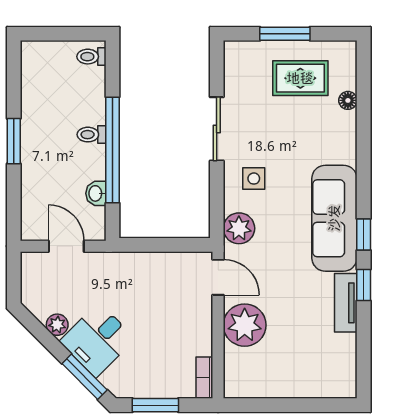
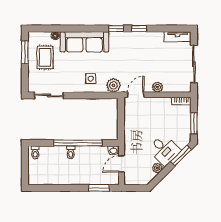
window: (285, 34) -> (25, 52), moved
sliding door: (217, 129) -> (49, 95), moved
window: (14, 141) -> (99, 188), moved
washbasin: (96, 193) -> (113, 150), moved
sofa: (334, 218) -> (84, 42), moved
tv unit: (346, 303) -> (177, 37), moved
plant: (245, 325) -> (157, 87), width x0.53, depth x0.53
sliding door: (286, 405) -> (194, 64), added

